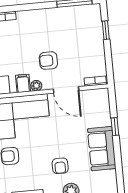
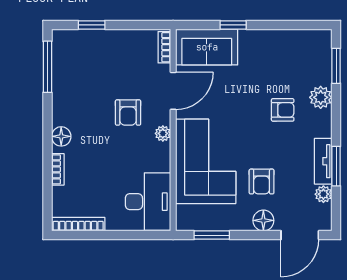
floor lamp: (28, 17) -> (61, 136), added
filing cabinet: (23, 83) -> (158, 153), removed
sofa: (102, 149) -> (207, 47), moved

